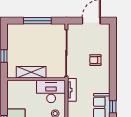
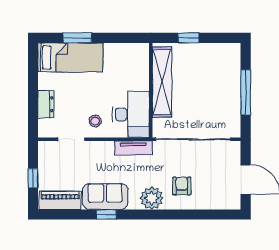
shelving: (31, 72) -> (162, 82), width x1.47
plant: (103, 79) -> (152, 198), added

